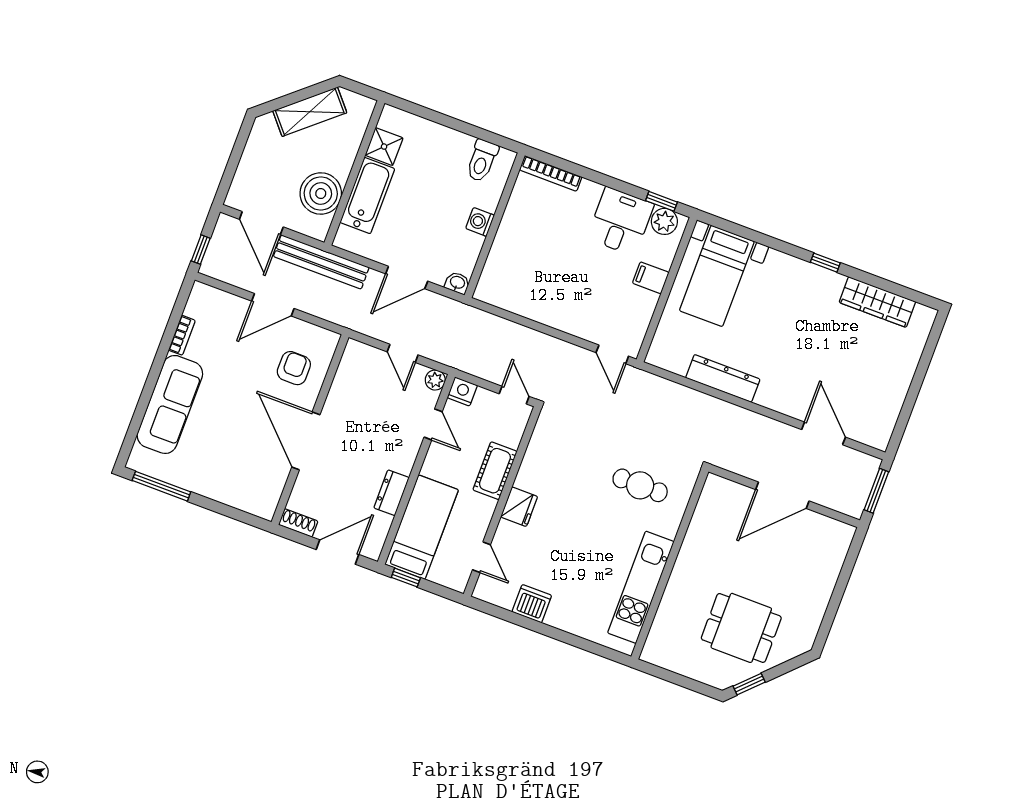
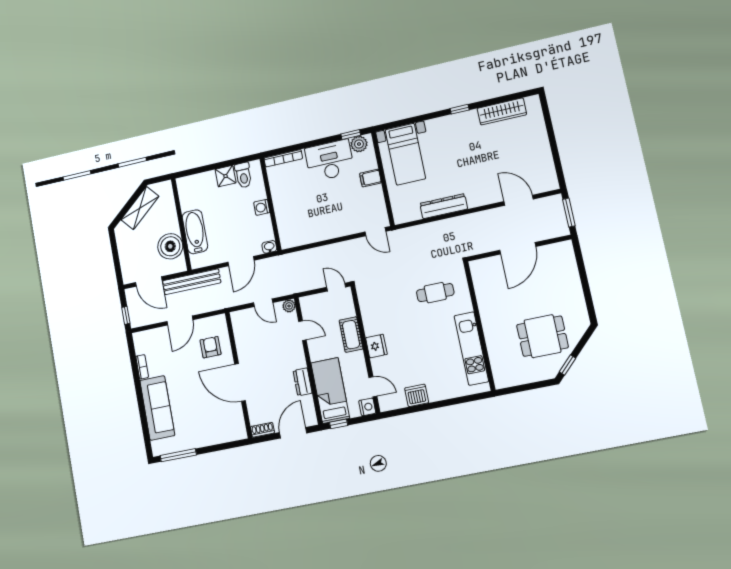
shower: (384, 147) -> (226, 176), moved
desk: (620, 221) -> (330, 160), width x1.37
nightstand: (462, 391) -> (367, 407), moved, turned 90

